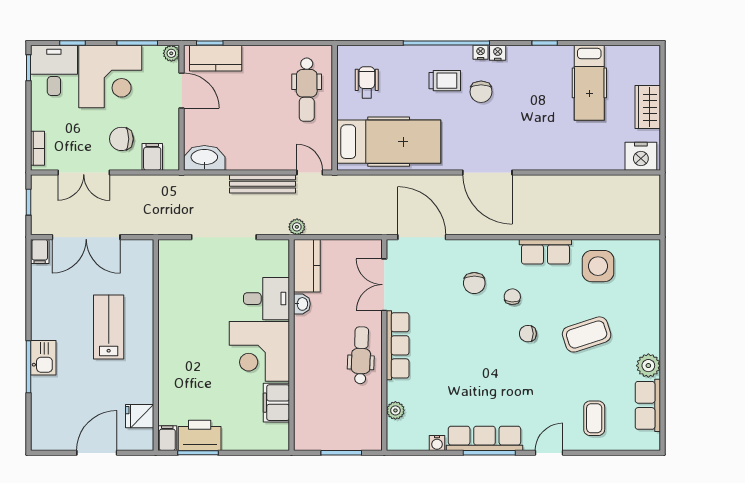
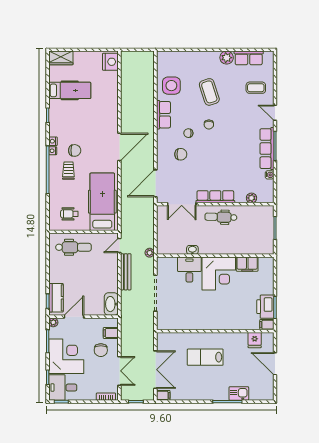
wardrobe: (648, 107) -> (61, 58), moved
kitchen counter: (307, 266) -> (171, 247), removed
kitchen sink: (43, 358) -> (239, 393), moved

